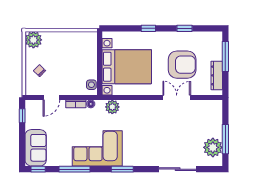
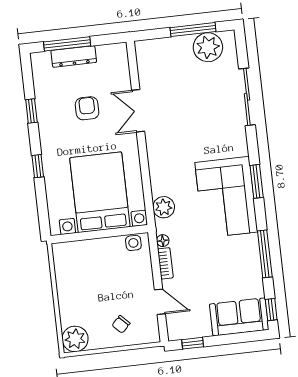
armchair: (182, 65) -> (87, 108), width x0.53, depth x0.53
dresser: (217, 75) -> (74, 56), moved
corner sofa: (97, 148) -> (226, 197), moved

